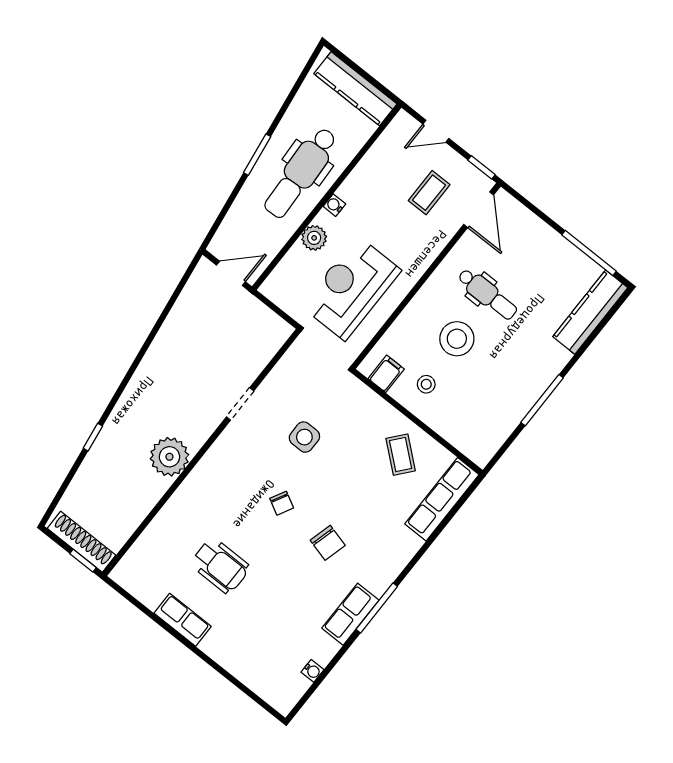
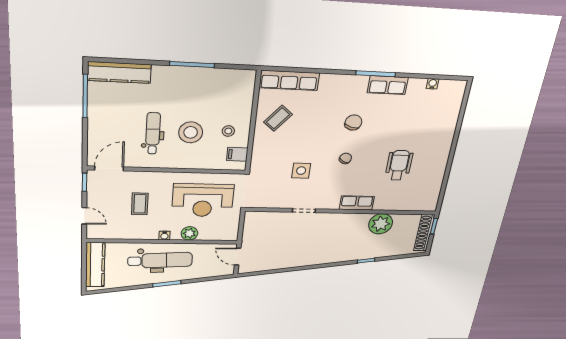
coffee table: (429, 193) -> (140, 204), moved, turned 90
plant: (169, 457) -> (381, 224), moved
row of seats: (183, 620) -> (357, 203), moved, turned 90

